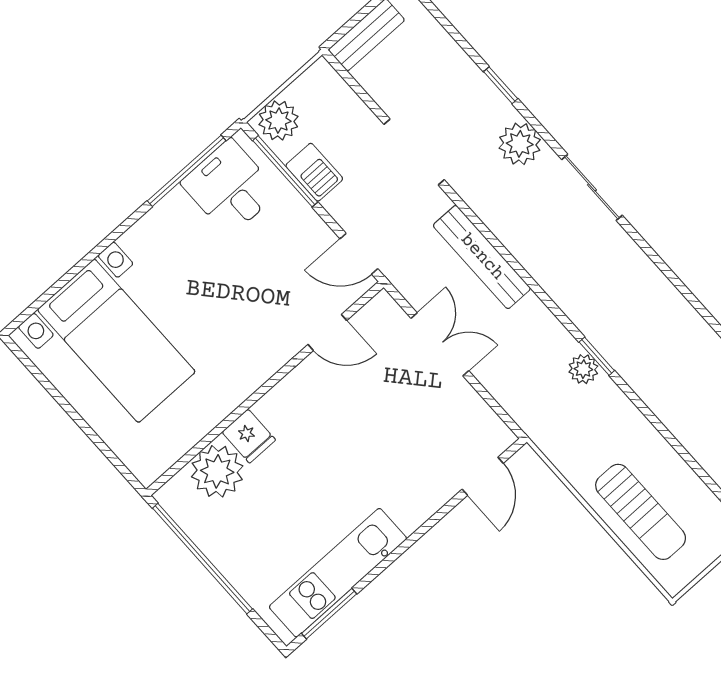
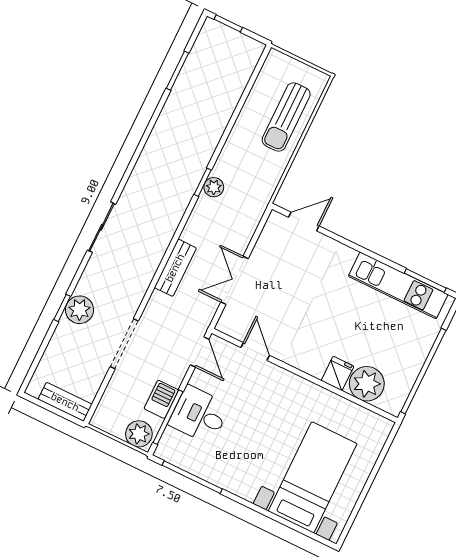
plant: (520, 144) -> (79, 310), moved
desk: (230, 187) -> (199, 415), moved, turned 90
bench: (482, 257) -> (175, 268), width x0.73
sun lounger: (641, 512) -> (286, 117), turned 180

